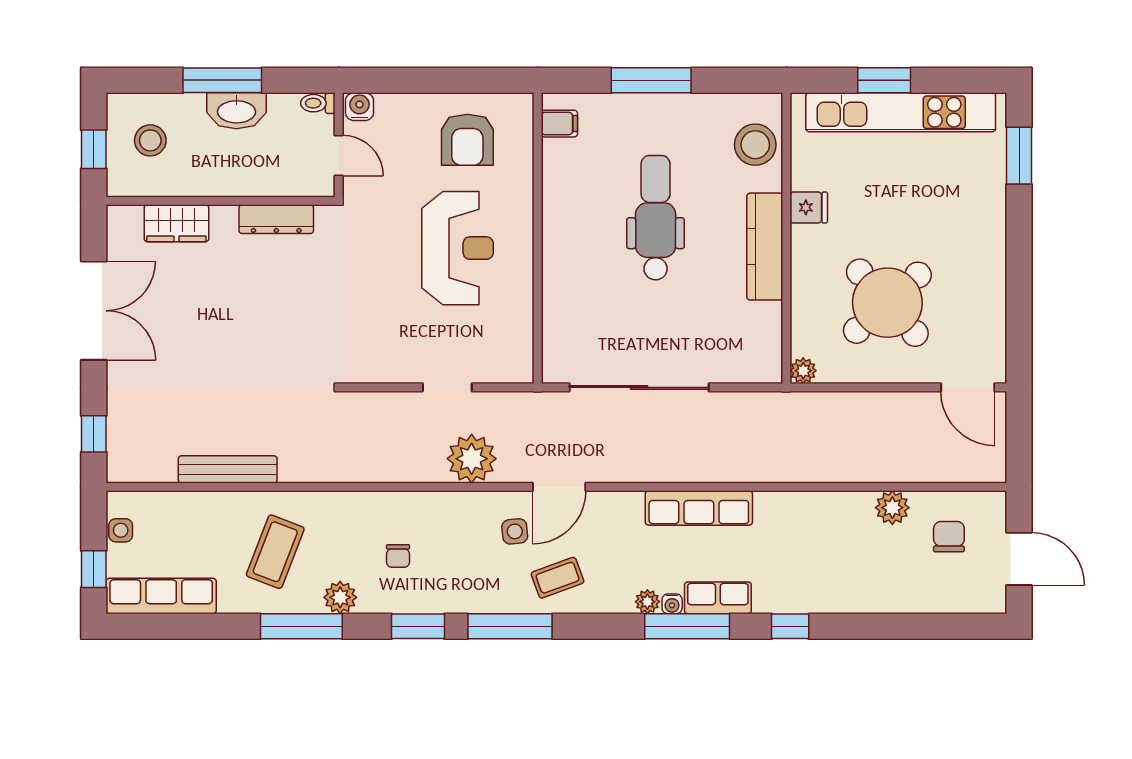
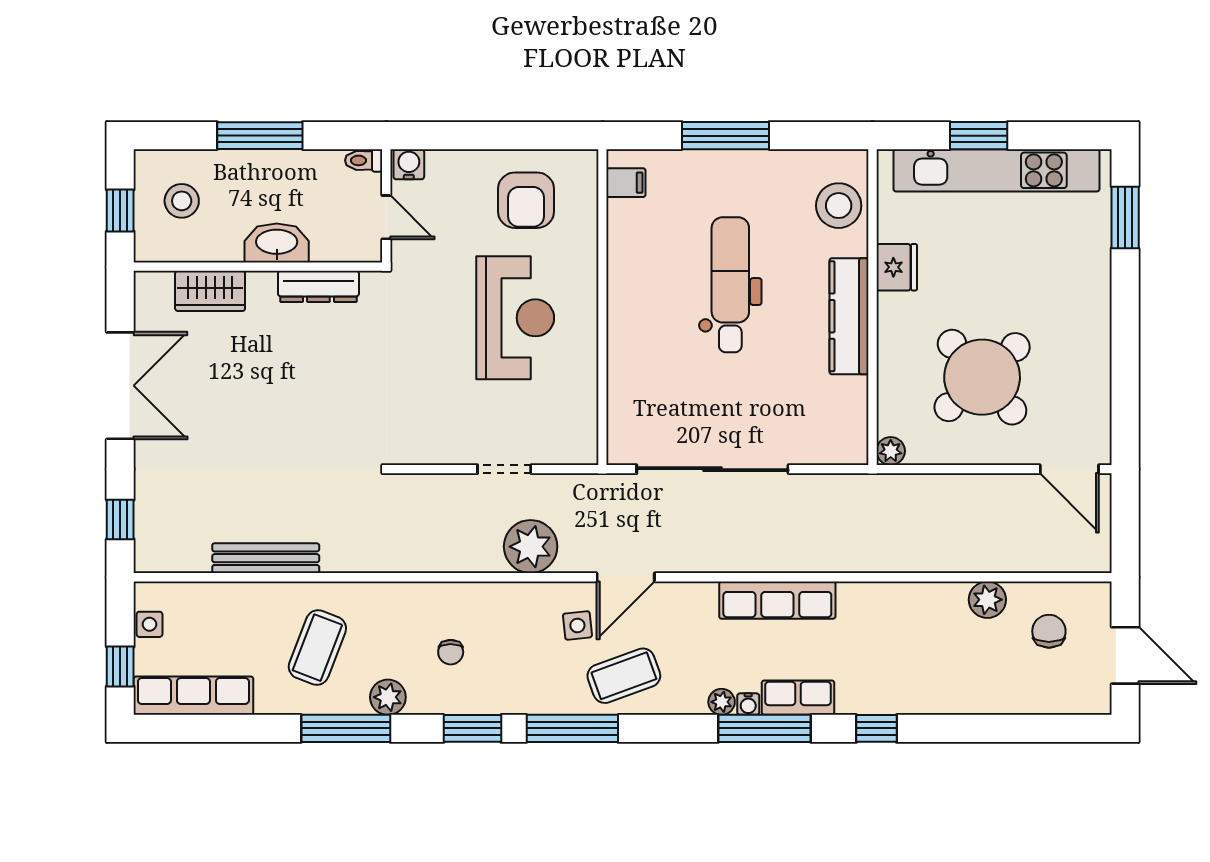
washbasin: (236, 111) -> (277, 243), moved, turned 180
fridge: (809, 207) -> (897, 267), width x1.38
coffee table: (557, 578) -> (624, 676), width x1.36, depth x1.30

